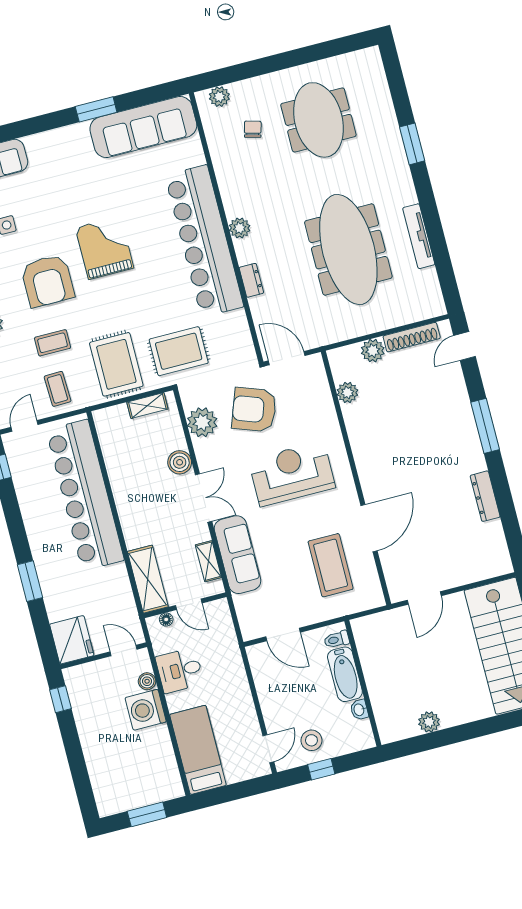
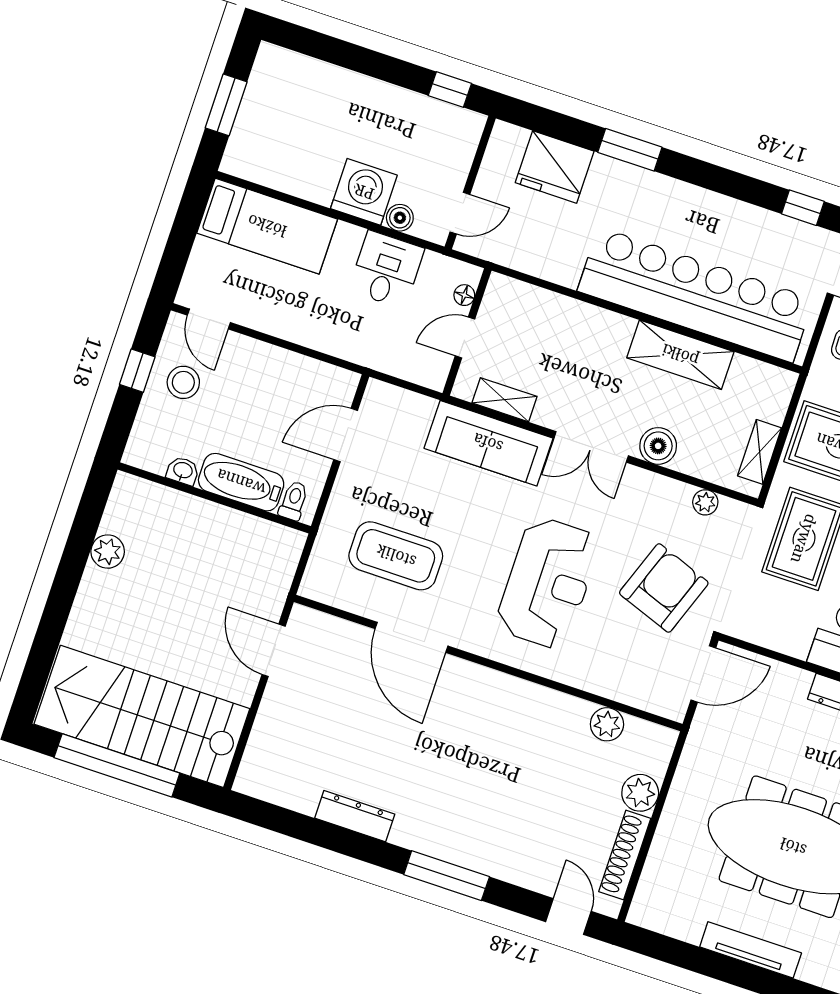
plant: (202, 422) -> (705, 502), width x0.53, depth x0.53
shelving: (148, 579) -> (680, 355), moved
fridge: (72, 640) -> (555, 167), moved

